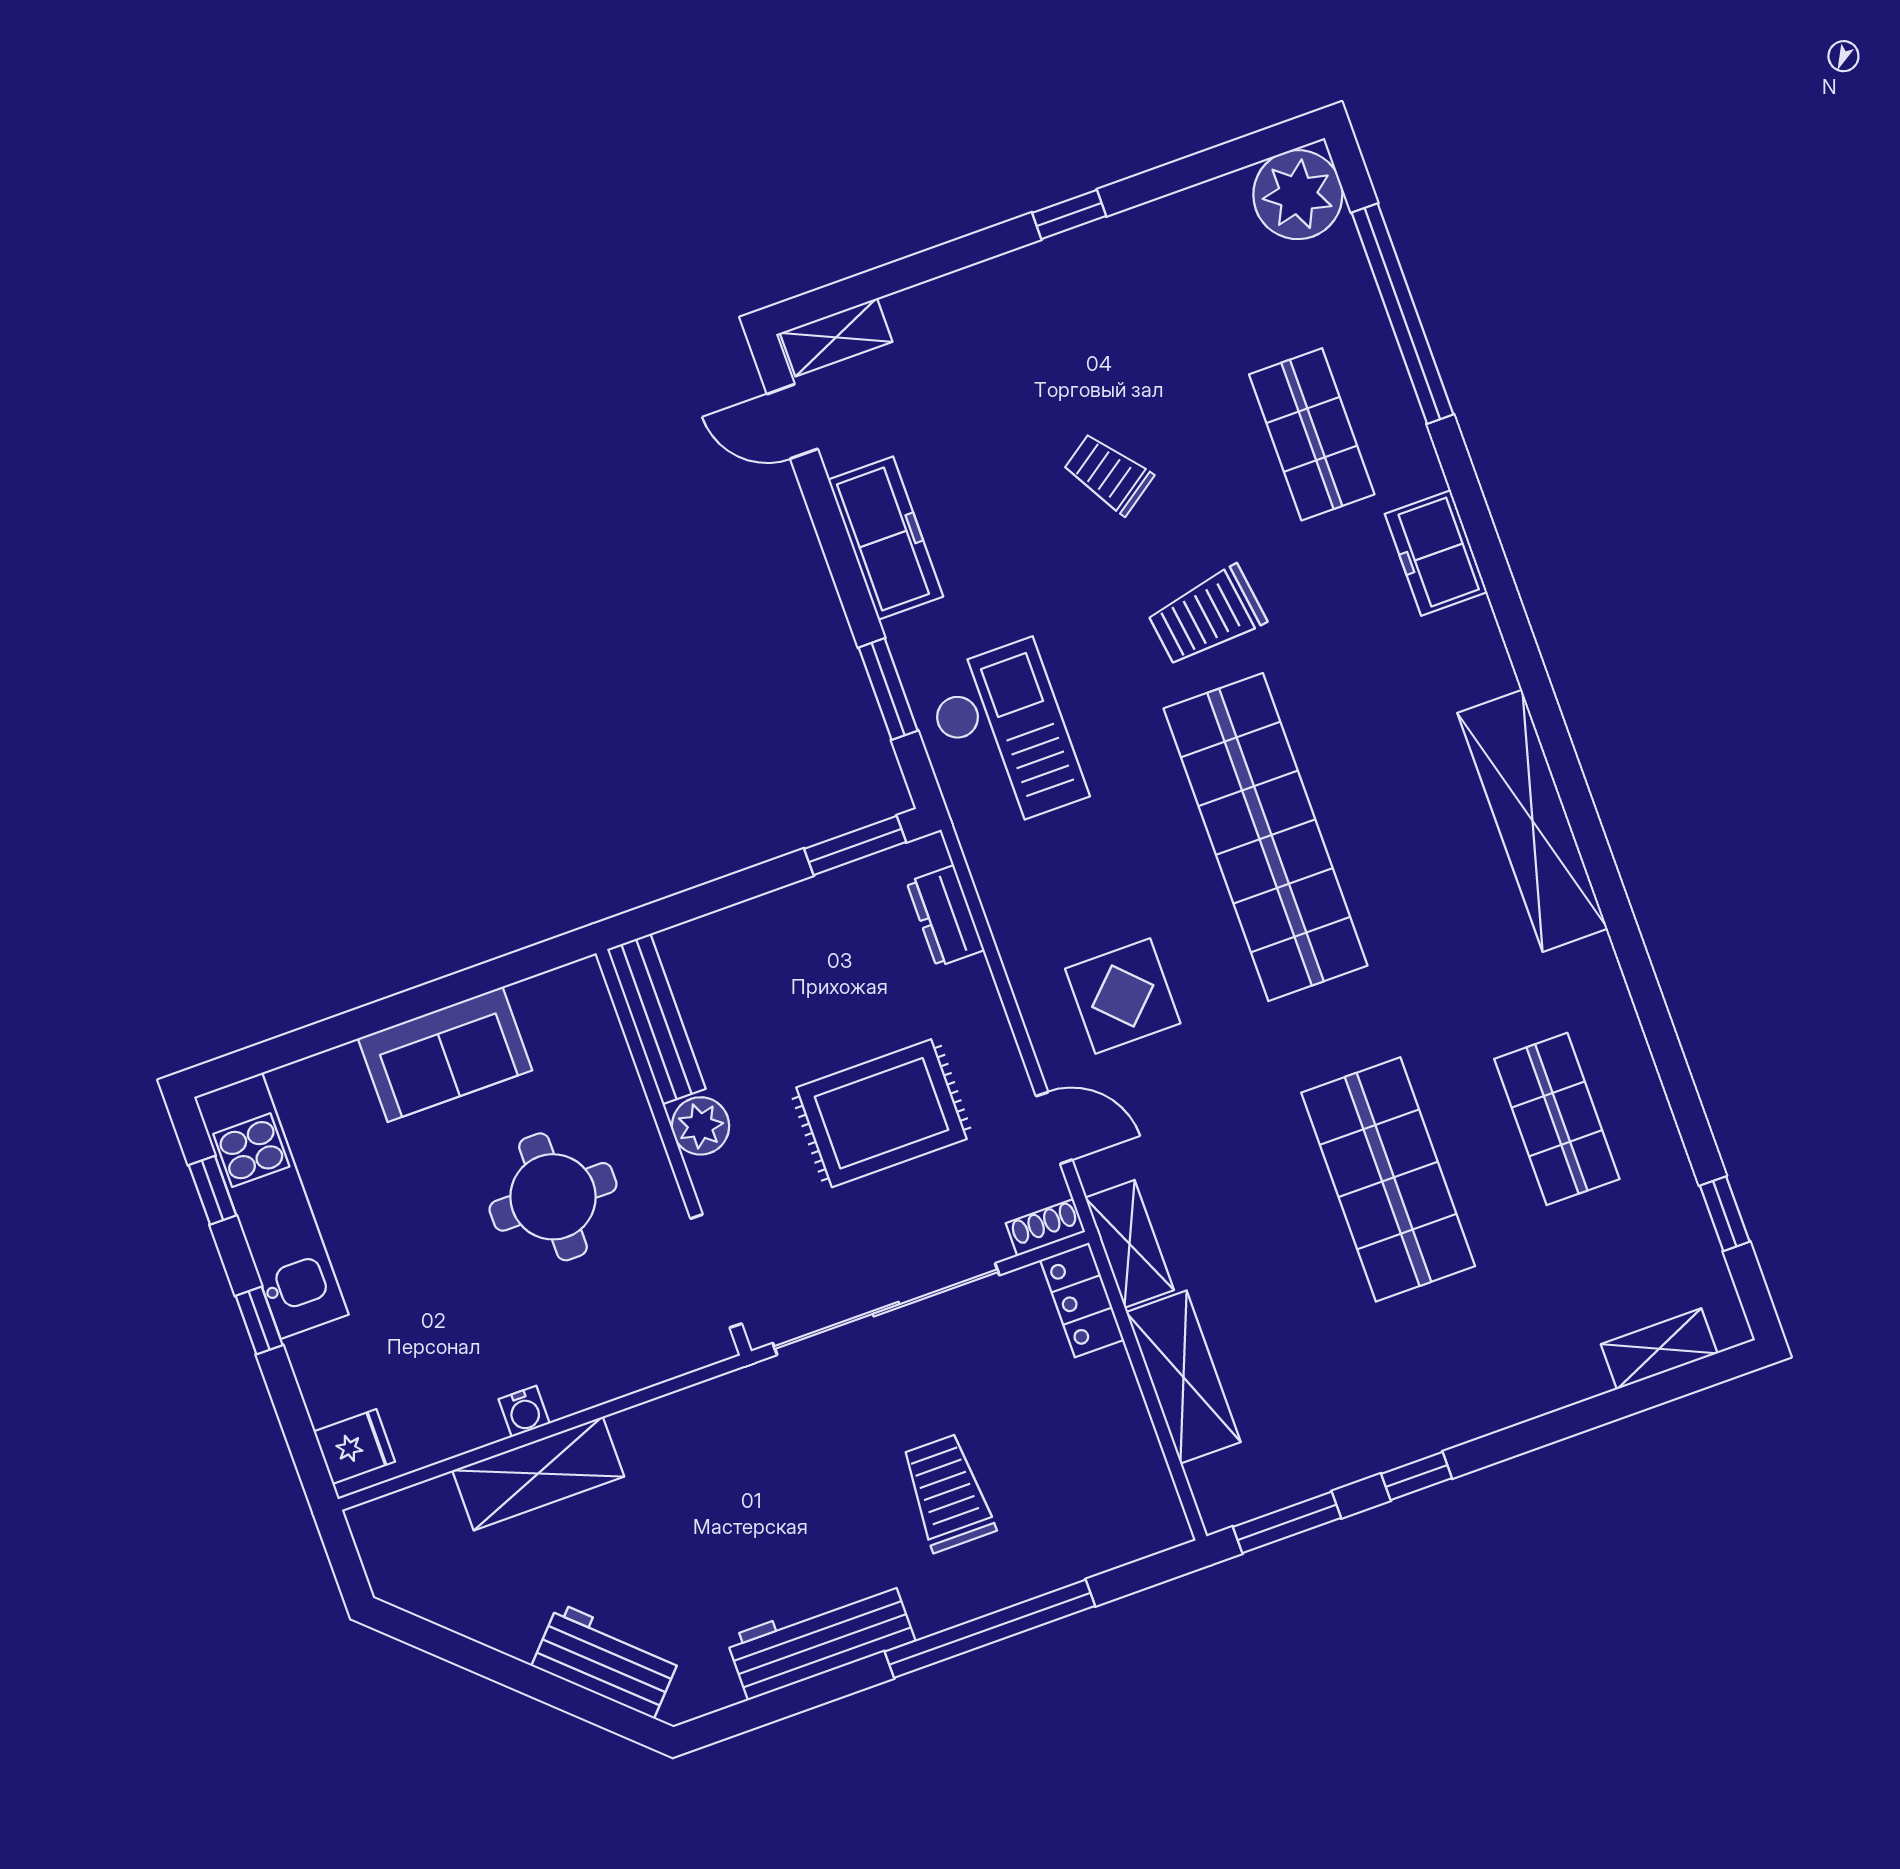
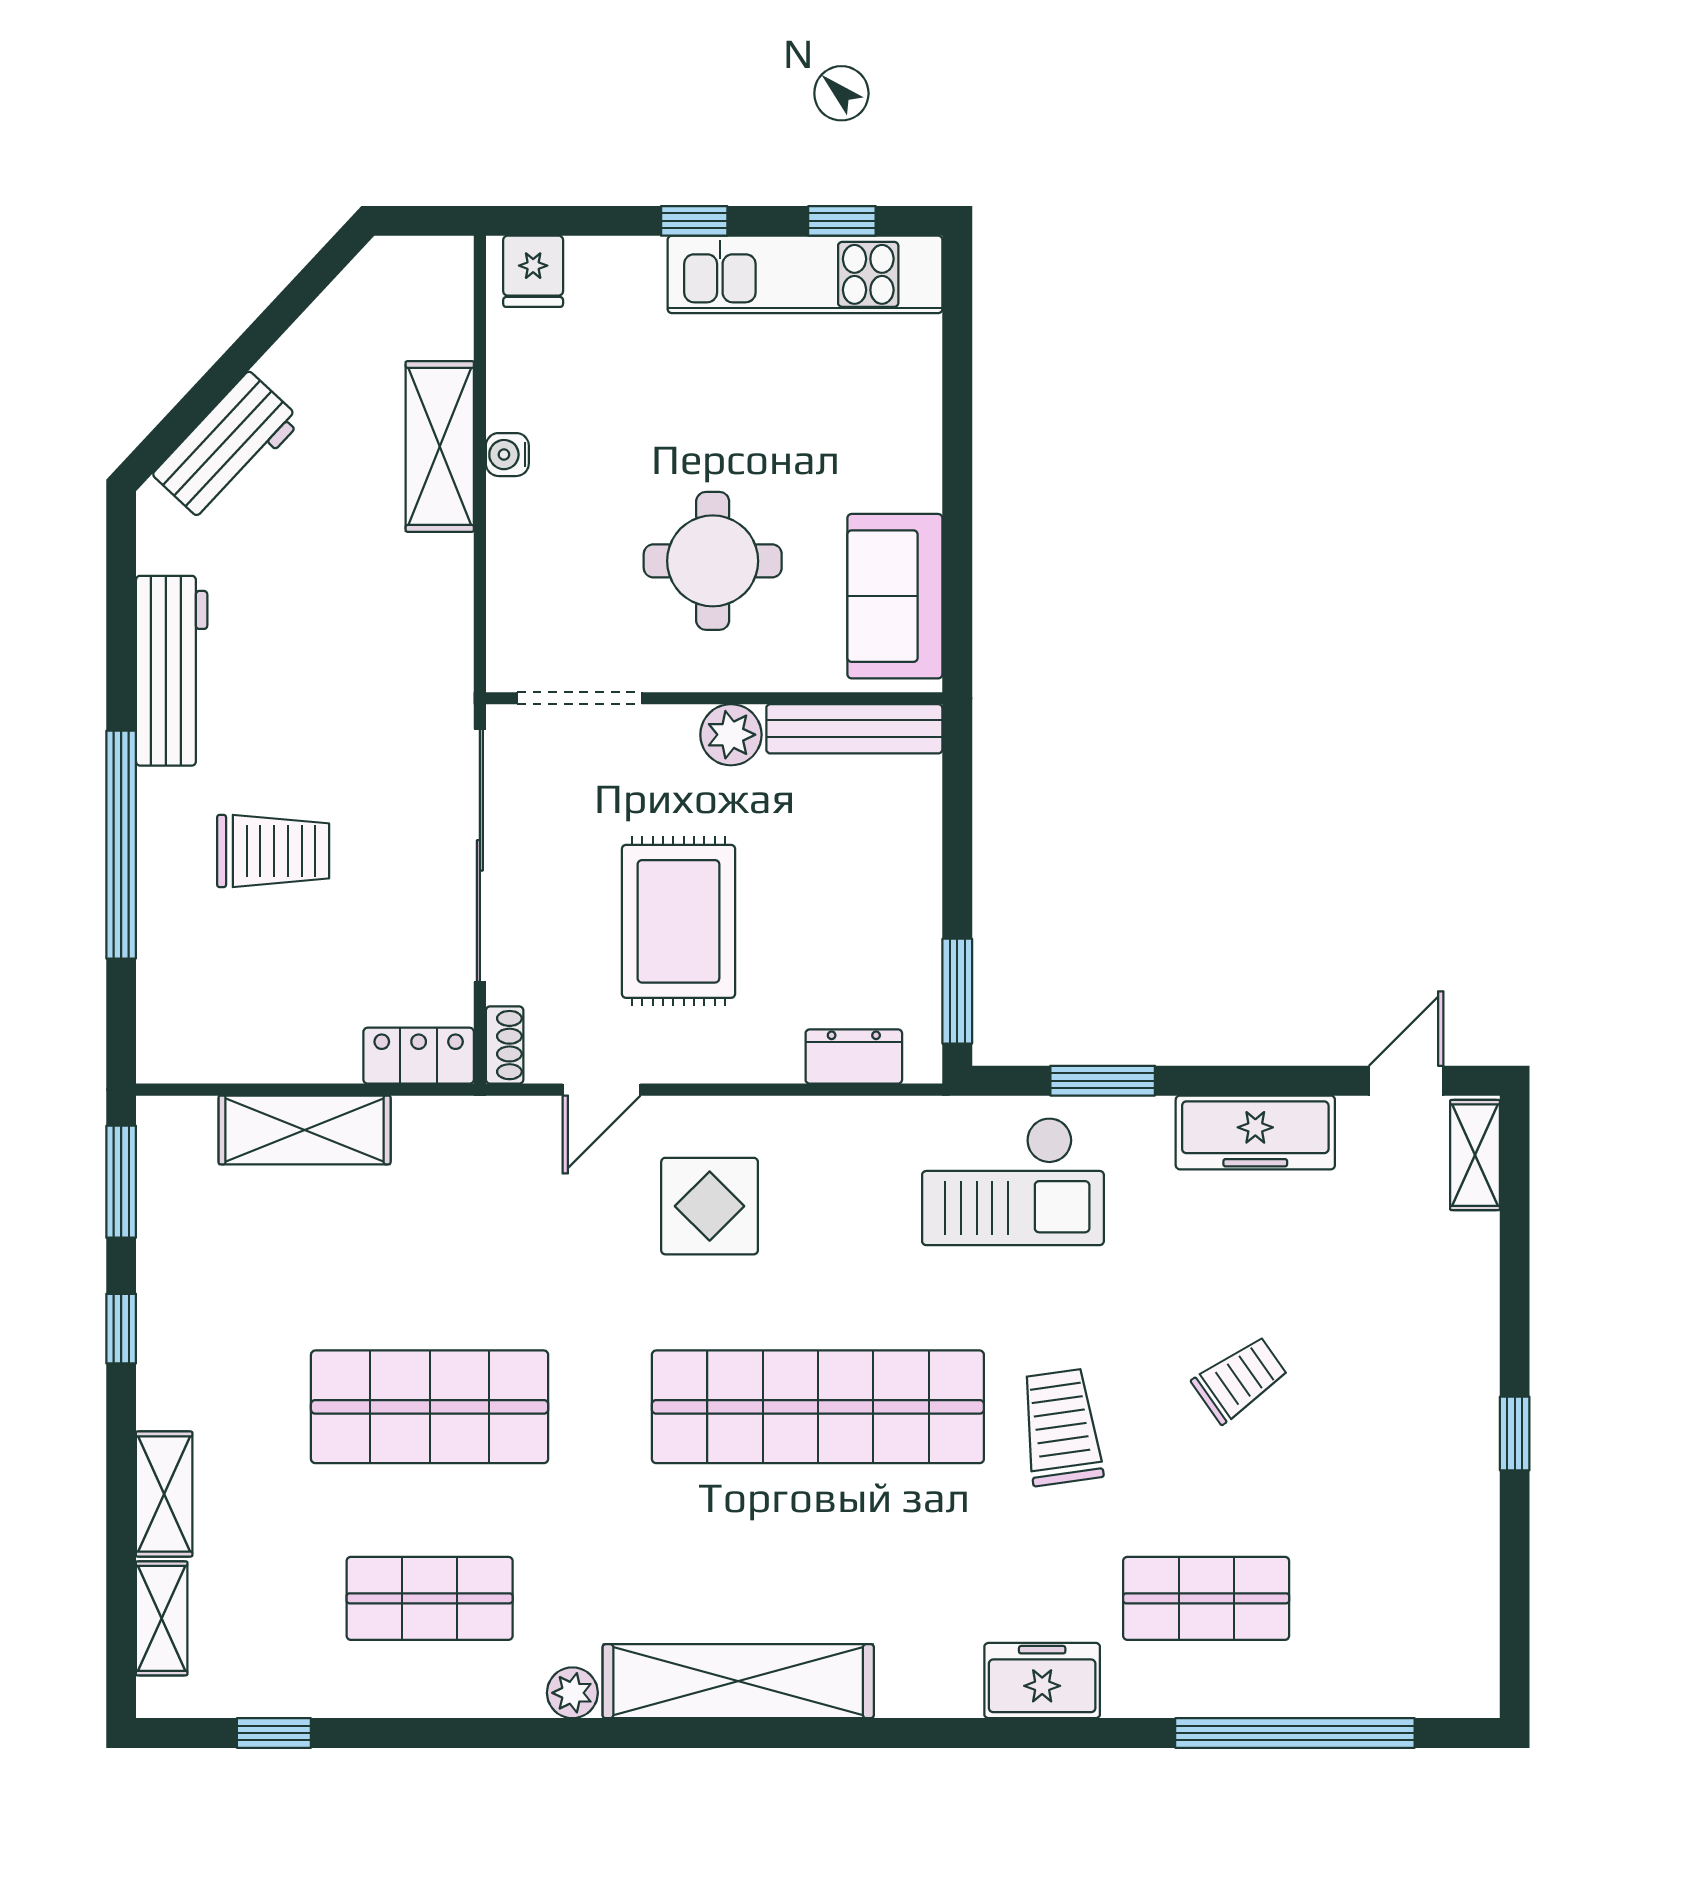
plant: (1298, 195) -> (572, 1693), moved, width x0.53, depth x0.53
sofa: (445, 1054) -> (895, 596), moved
shelving: (1130, 1244) -> (164, 1494), moved, turned 90

